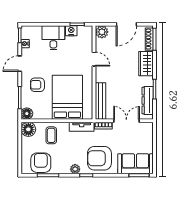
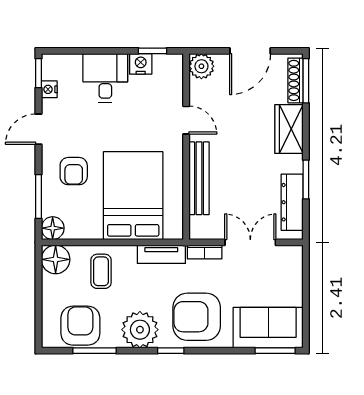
armchair: (37, 85) -> (74, 171), turned -90
bench: (101, 101) -> (199, 178), moved
plant: (75, 169) -> (140, 330), width x1.87, depth x1.87

